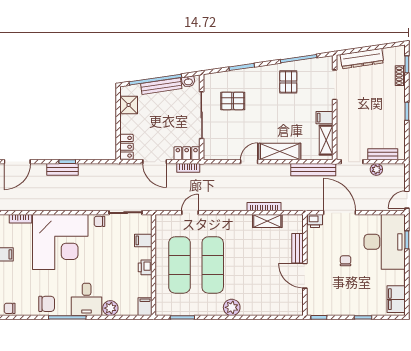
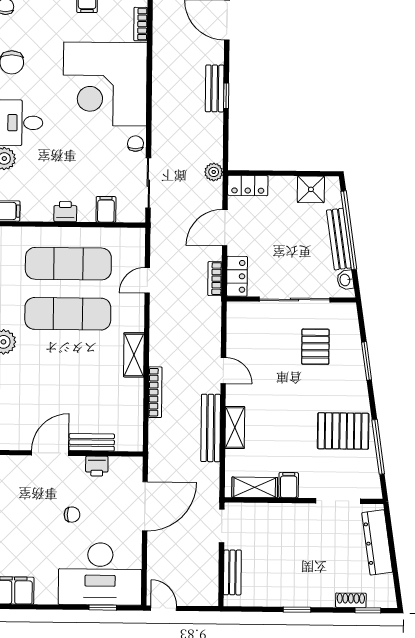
pallet: (288, 82) -> (343, 431), width x1.50, depth x1.42
shelving: (280, 152) -> (235, 427), width x0.67, depth x0.75
plant: (376, 169) -> (214, 172), moved
bench: (313, 170) -> (211, 428), moved
door: (190, 213) -> (147, 280), swing flipped
shelving: (267, 221) -> (134, 355), moved
printer: (315, 221) -> (97, 466), moved, turned -90

